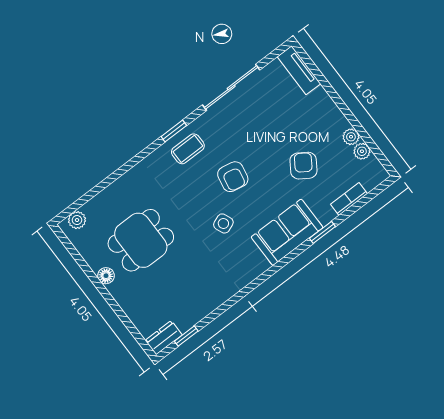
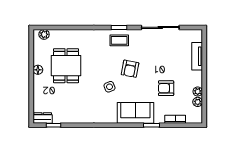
tv unit: (299, 70) -> (197, 56), moved
armchair: (303, 166) -> (166, 88), turned -123
dining table: (141, 240) -> (66, 66), turned 90

